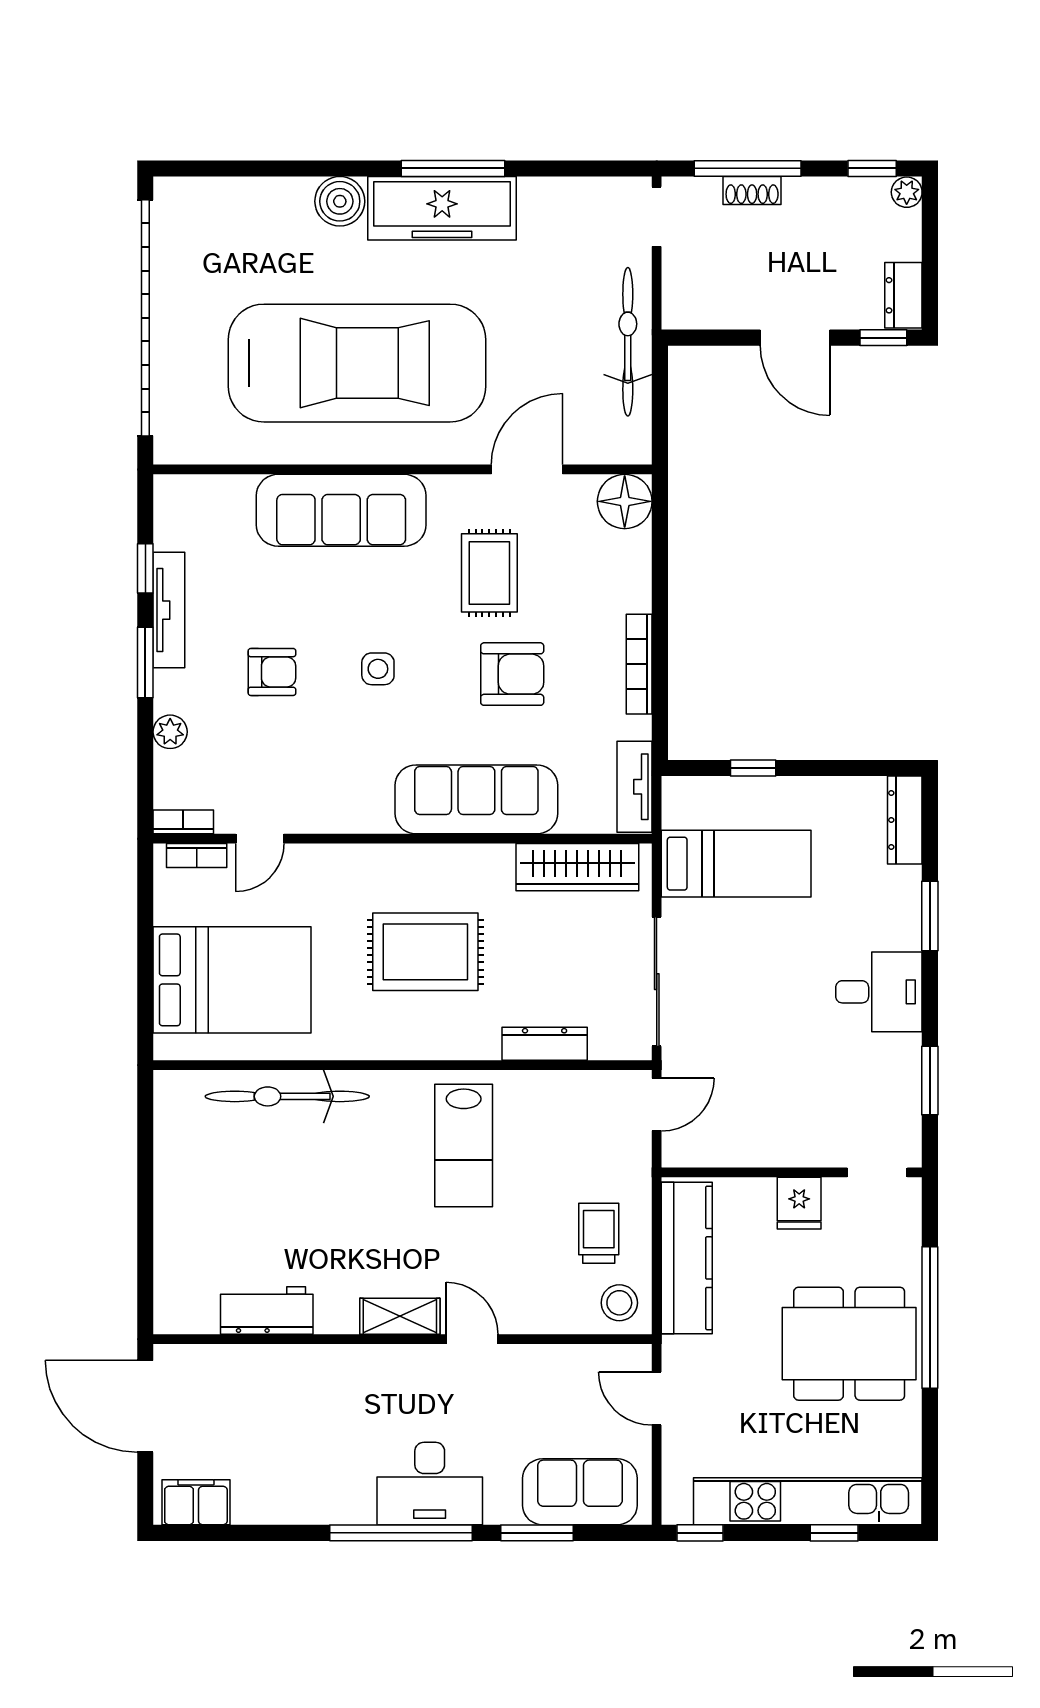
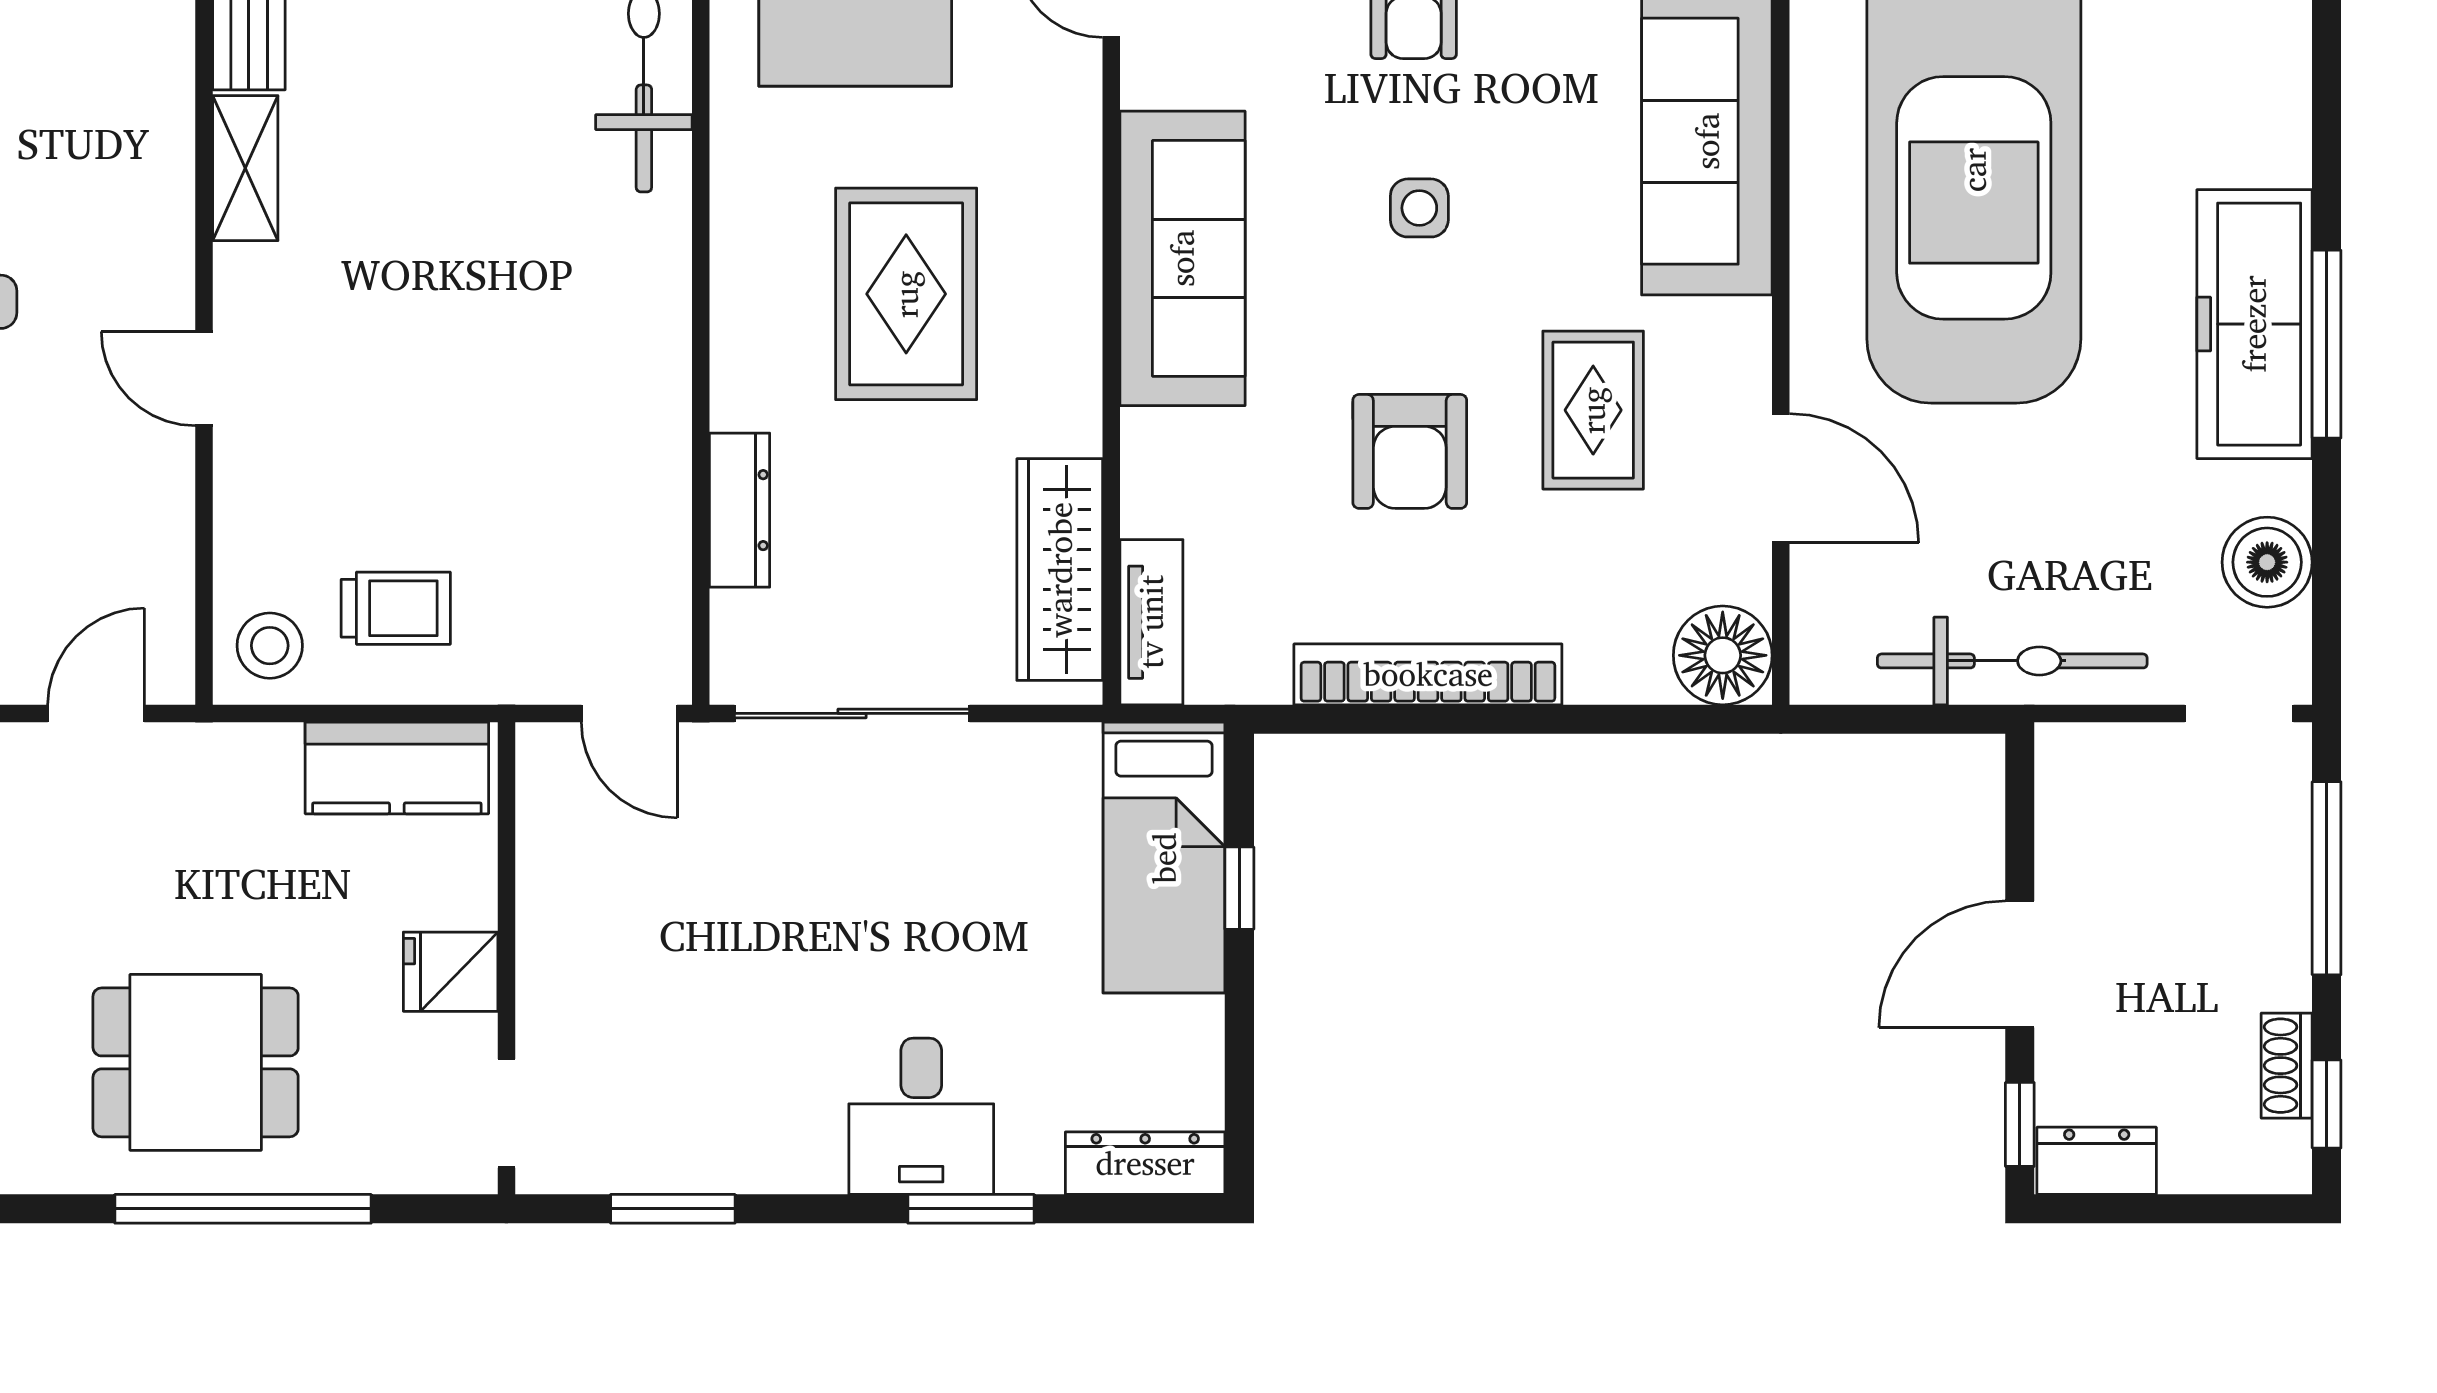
shoe rack: (752, 190) -> (2287, 1066), moved
plant: (907, 192) -> (2284, 1167), removed
boiler: (340, 201) -> (2267, 562), moved
rug: (489, 573) -> (1593, 410), turned 90
bookcase: (639, 664) -> (1428, 674), width x1.48, depth x1.31
tv unit: (635, 787) -> (1151, 622), moved, turned 90
sofa: (476, 799) -> (1182, 258), moved
bed: (736, 864) -> (1164, 858), moved
desk: (879, 992) -> (921, 1116), moved
lab bench: (464, 1146) -> (555, 363), removed
kitchen counter: (687, 1258) -> (397, 768), width x0.67
shelving: (400, 1316) -> (245, 168), moved
door: (472, 1339) -> (204, 379), swing flipped
dining table: (849, 1344) -> (196, 1062), width x0.73

